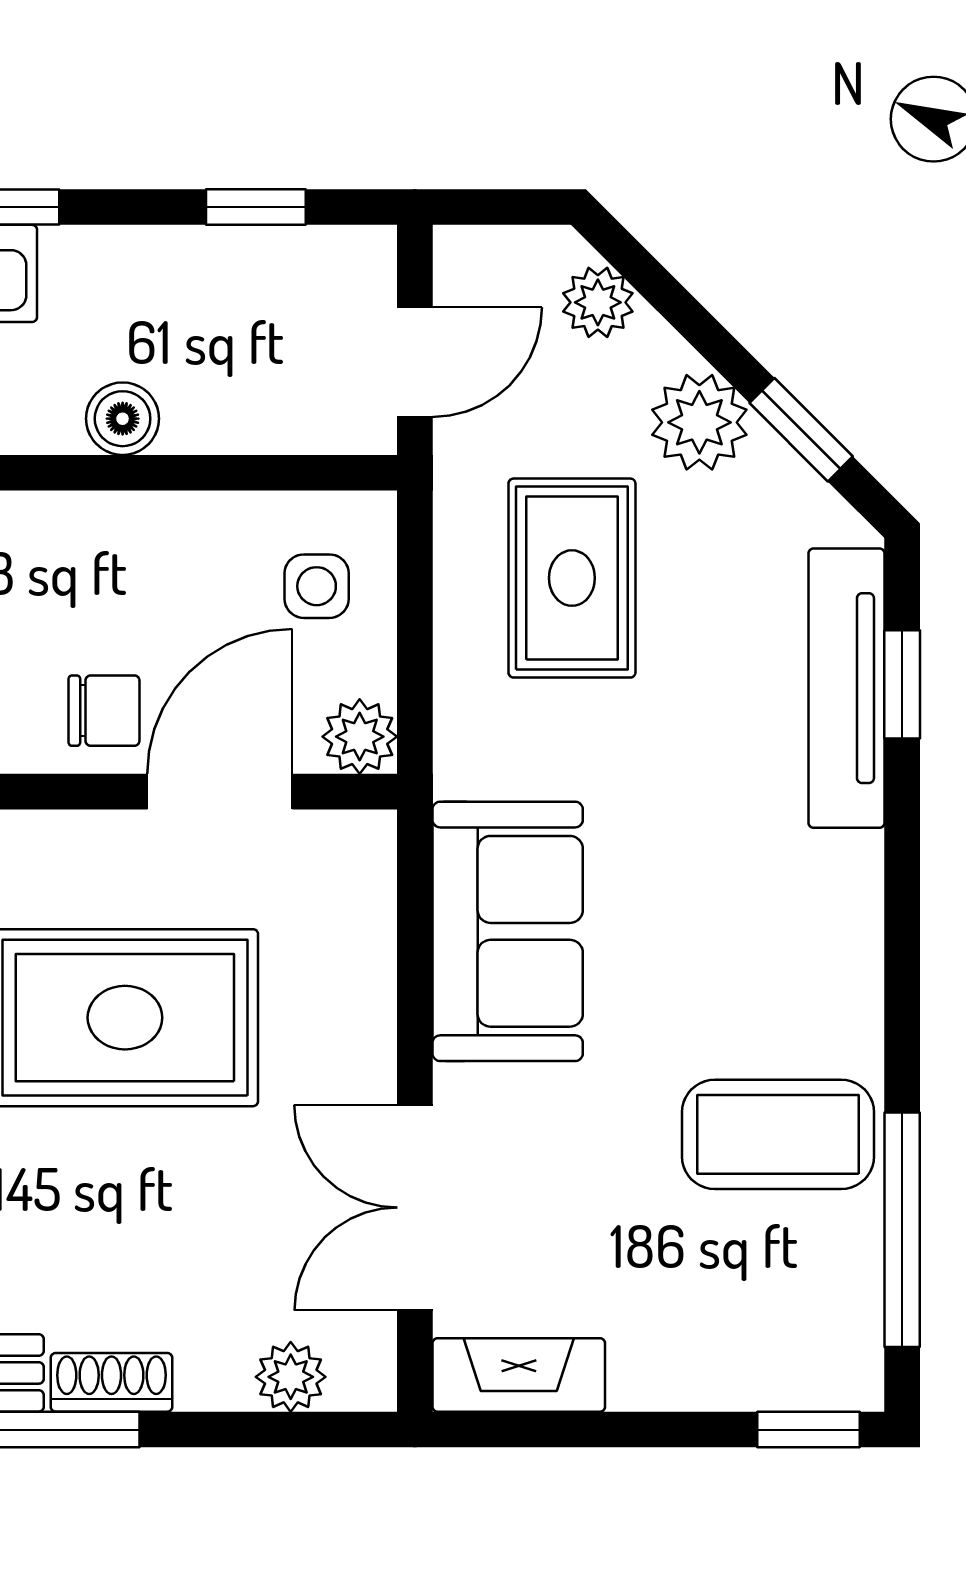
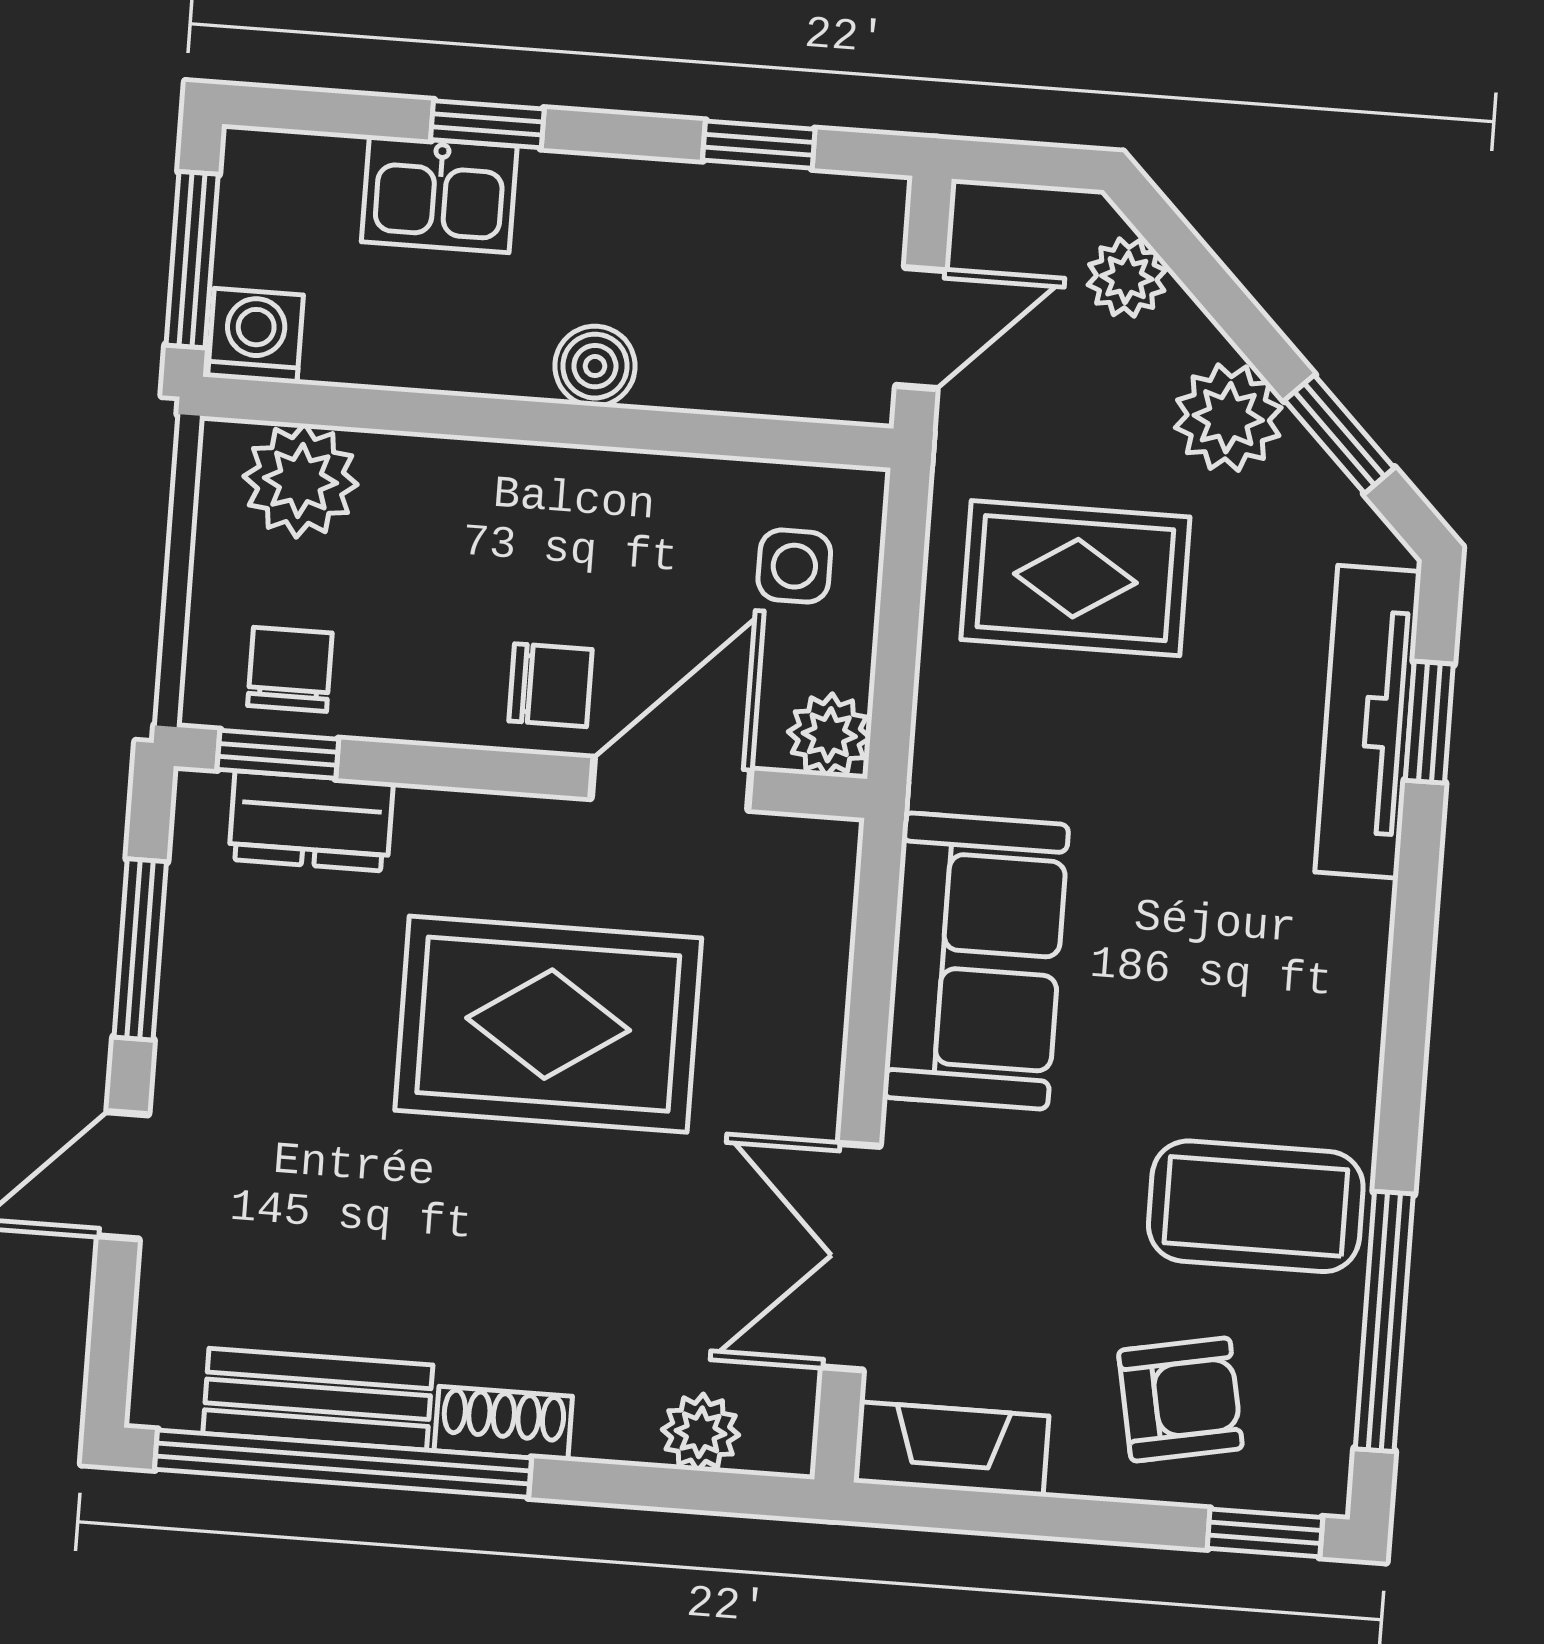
rug: (572, 578) -> (1075, 578), turned 90
armchair: (723, 1314) -> (1180, 1399), added

